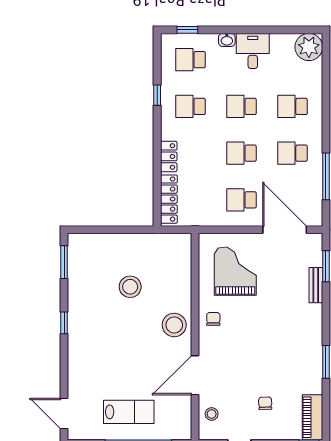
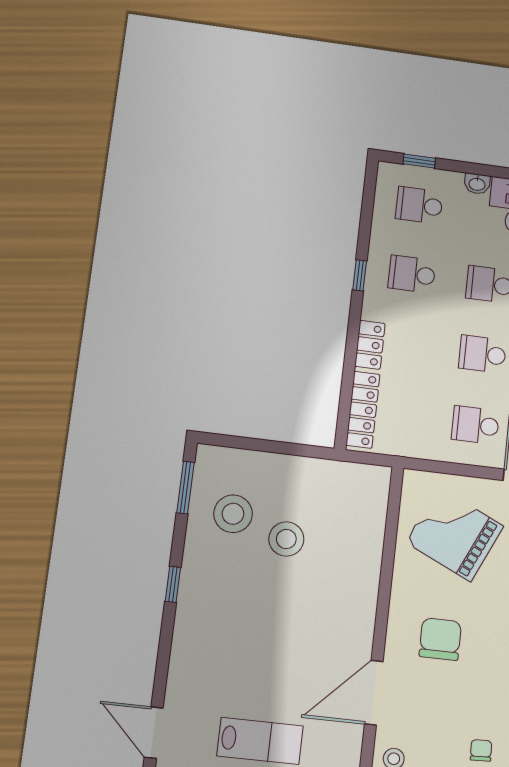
window: (157, 95) -> (360, 275), moved
grand piano: (235, 271) -> (455, 534), turned -65
chair: (213, 319) -> (440, 639), moved, width x1.87, depth x1.87
stool: (174, 325) -> (233, 514), moved

